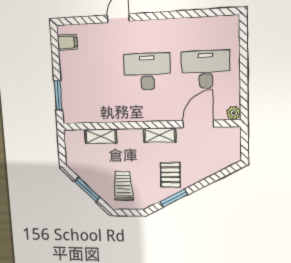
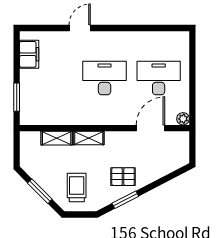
filing cabinet: (67, 42) -> (29, 54), width x2.00
shelving: (160, 135) -> (89, 138), moved
pallet: (170, 175) -> (123, 177), turned 90

